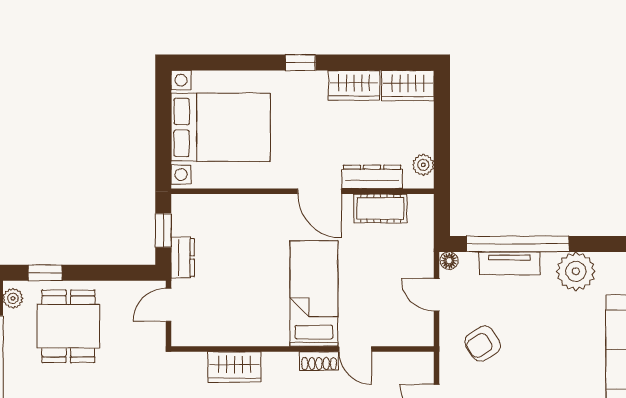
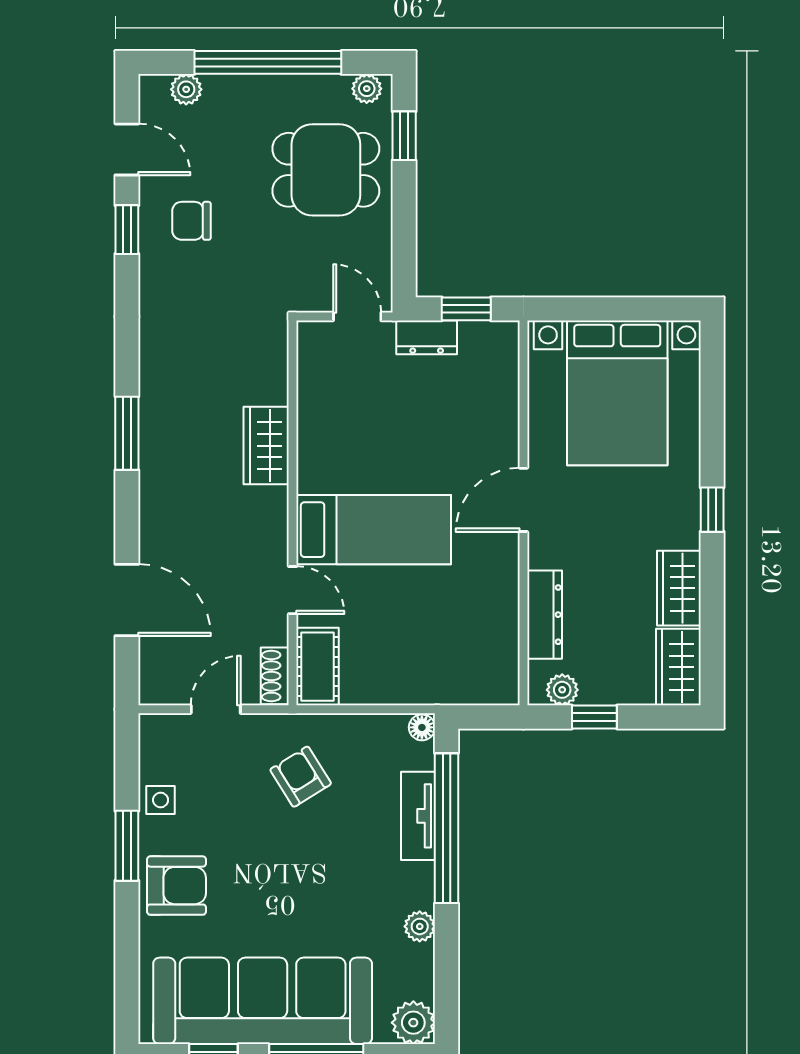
window: (442, 143) -> (594, 717), added
door: (320, 191) -> (523, 500), moved
cot: (380, 208) -> (317, 667), moved
plant: (576, 271) -> (420, 926), width x0.53, depth x0.53
door: (437, 295) -> (372, 709), removed
door: (355, 349) -> (292, 590), swing flipped
shoe rack: (319, 361) -> (275, 676), moved
wardrobe: (234, 367) -> (266, 446), moved

